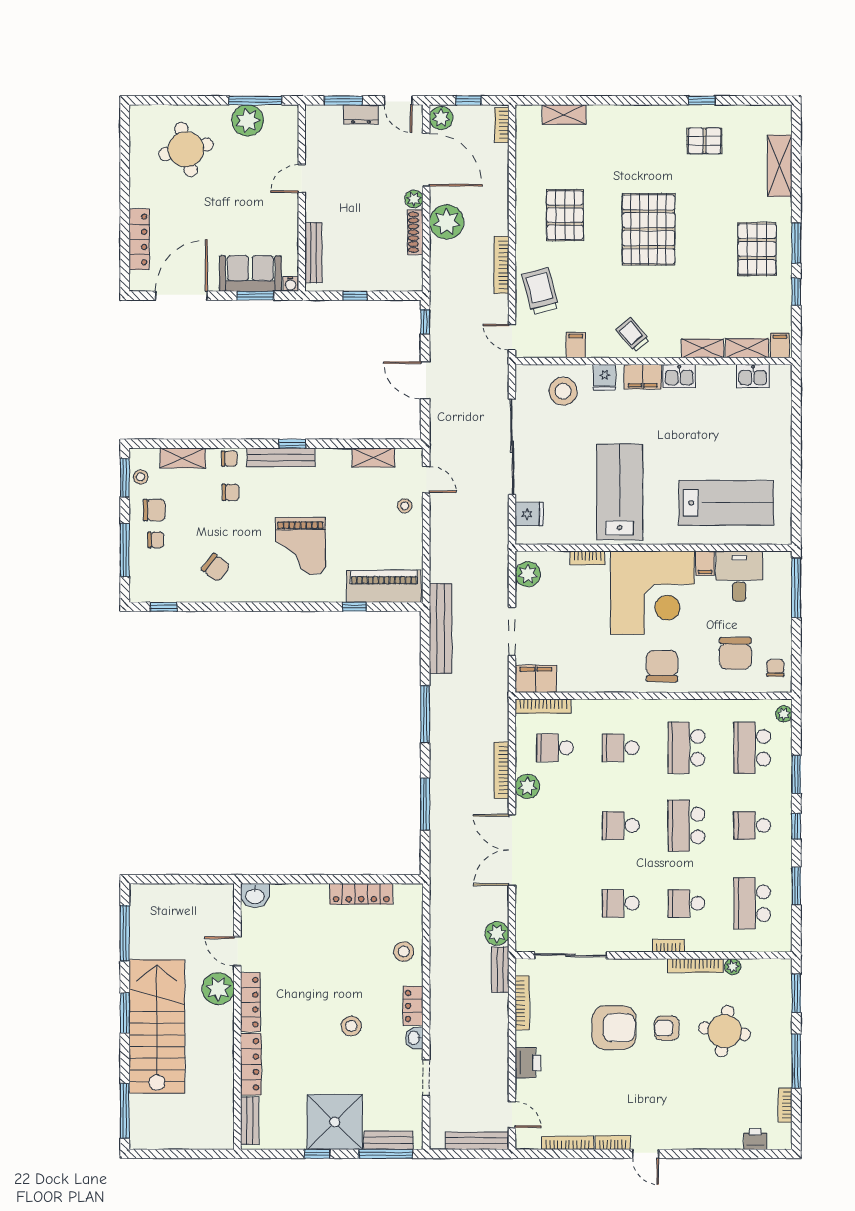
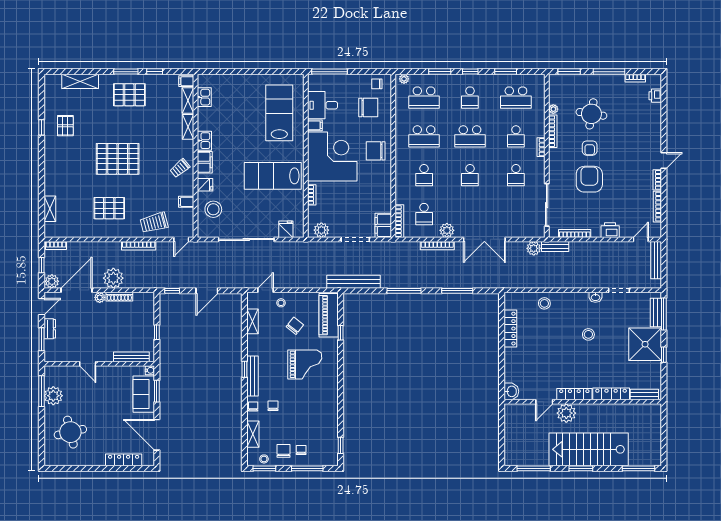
chair: (216, 568) -> (295, 326), moved
locker: (413, 1006) -> (576, 298), removed

